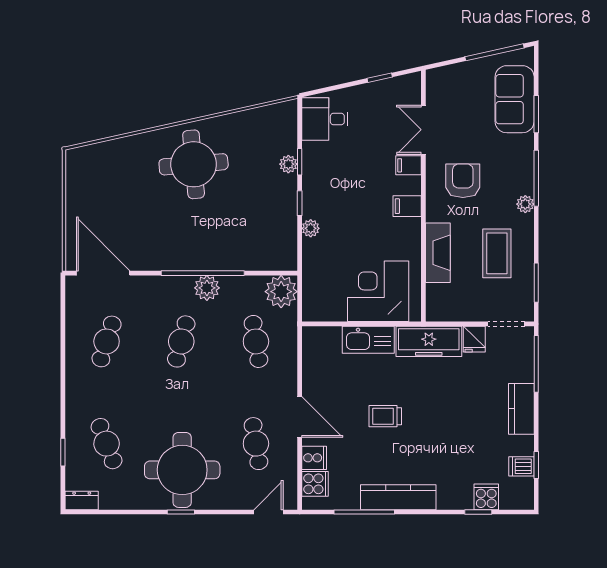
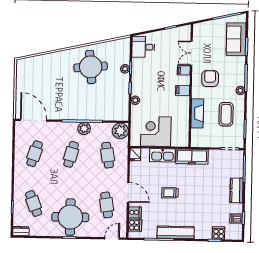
round table: (194, 164) -> (91, 67), moved
corner desk: (378, 291) -> (156, 131), moved
fridge: (474, 339) -> (135, 154), moved

